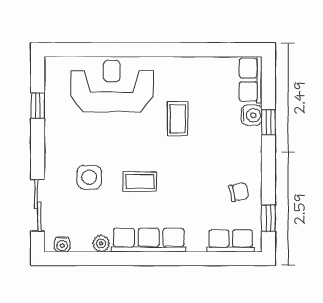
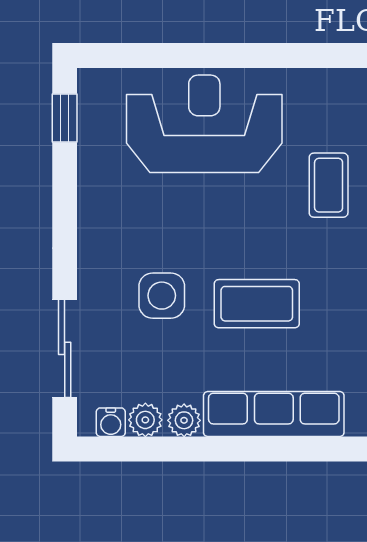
window: (38, 106) -> (65, 118), moved
coffee table: (140, 182) -> (257, 304), width x1.36, depth x1.30
plant: (80, 243) -> (145, 420), added

